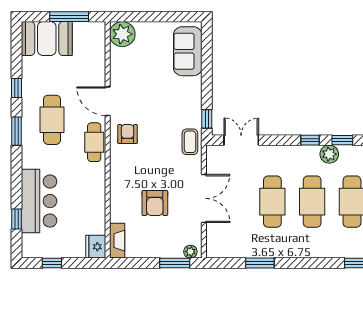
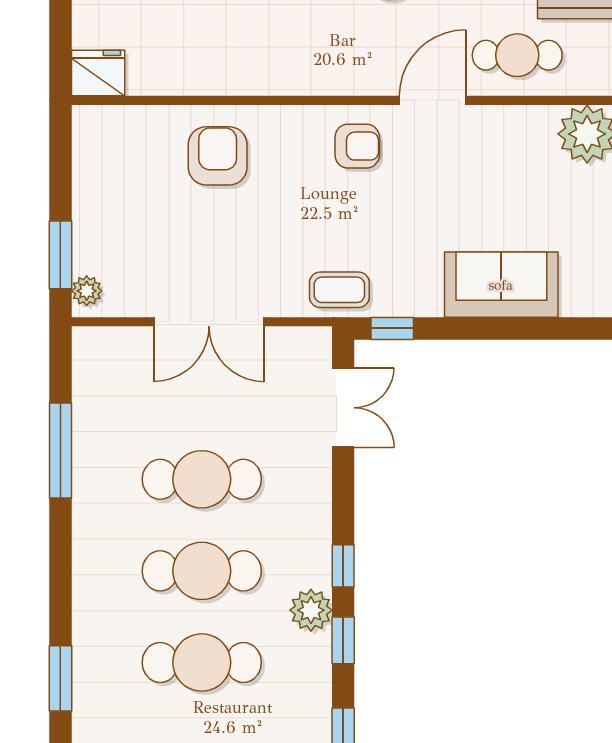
sofa: (188, 51) -> (501, 285), moved
cafe table: (94, 142) -> (517, 55), moved
armchair: (155, 203) -> (218, 156), moved, turned 90
fireplace: (117, 241) -> (112, 122), removed
window: (260, 263) -> (60, 451), width x1.44

